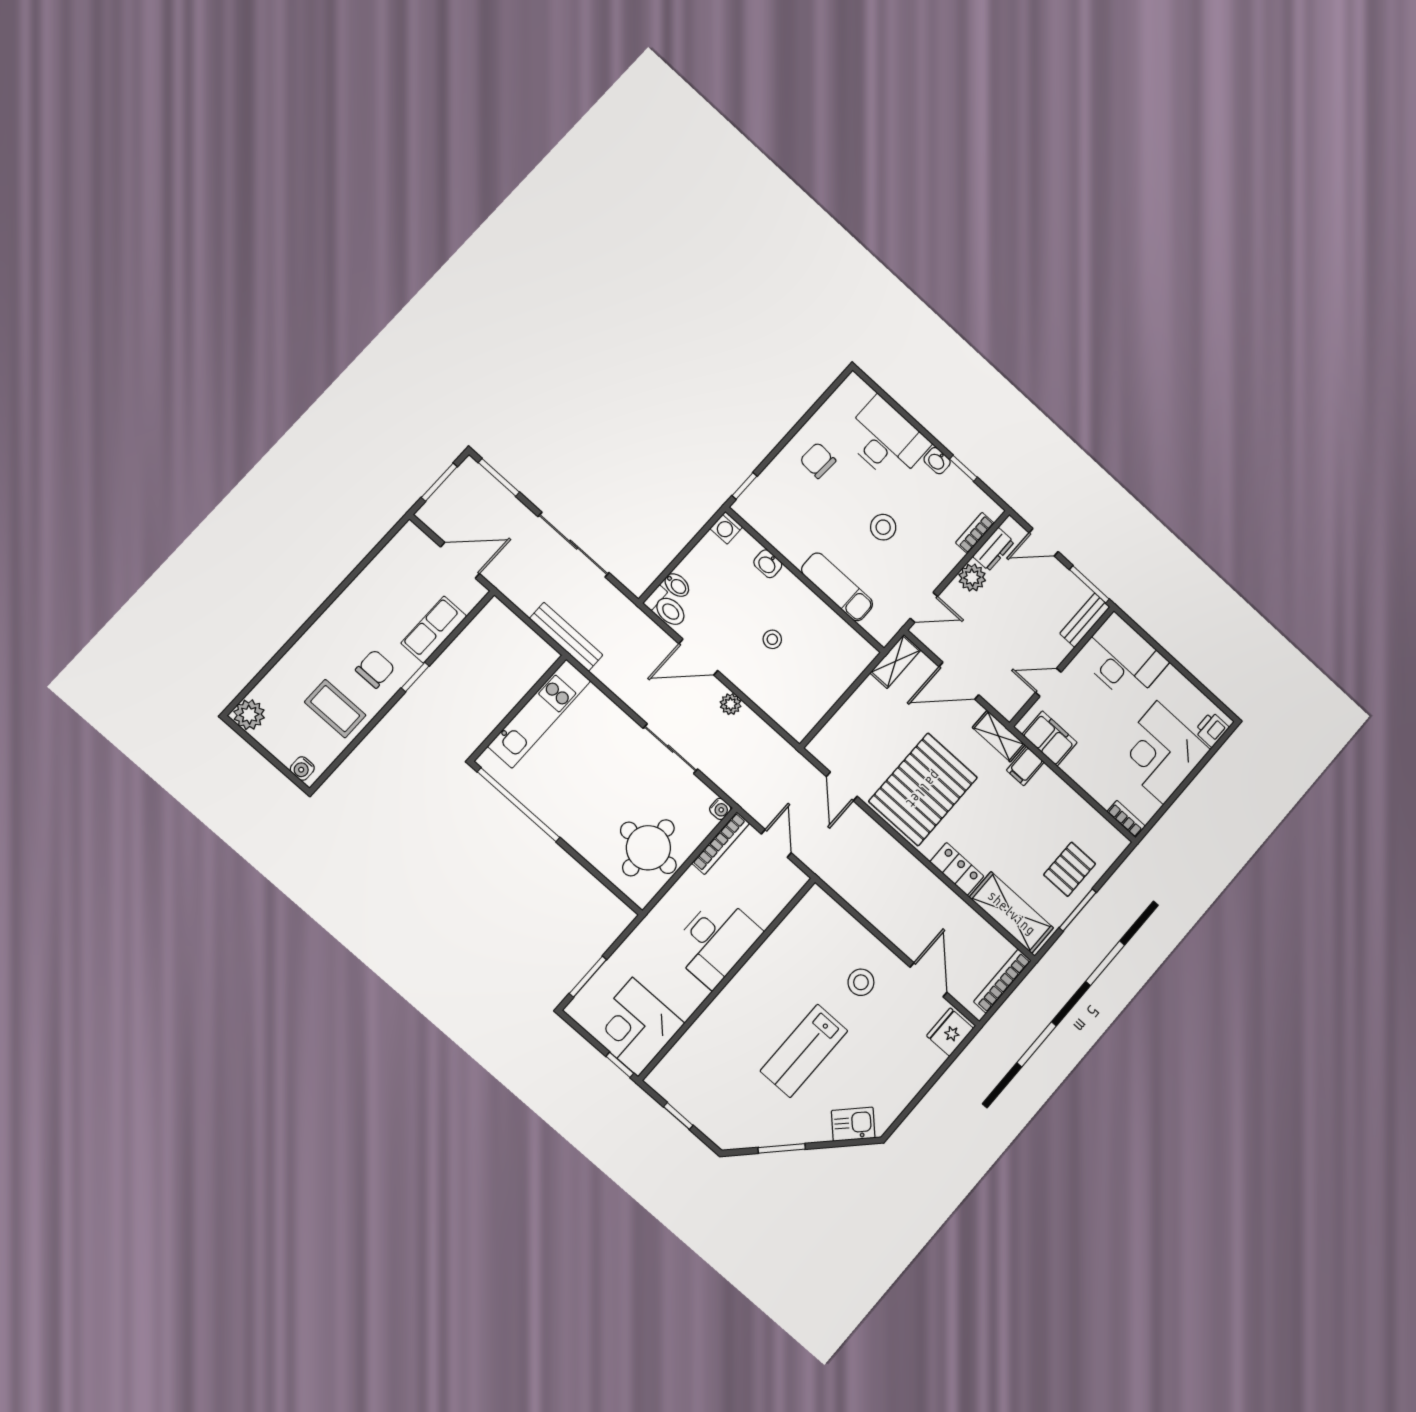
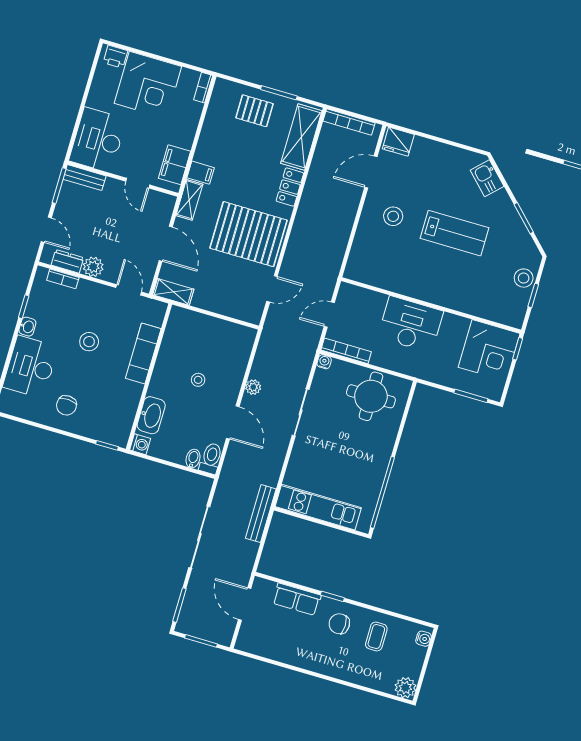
washbasin: (768, 564) -> (151, 415), width x1.91, depth x1.45
coffee table: (335, 709) -> (376, 637), width x0.73, depth x0.77
stool: (706, 1114) -> (524, 278), added

